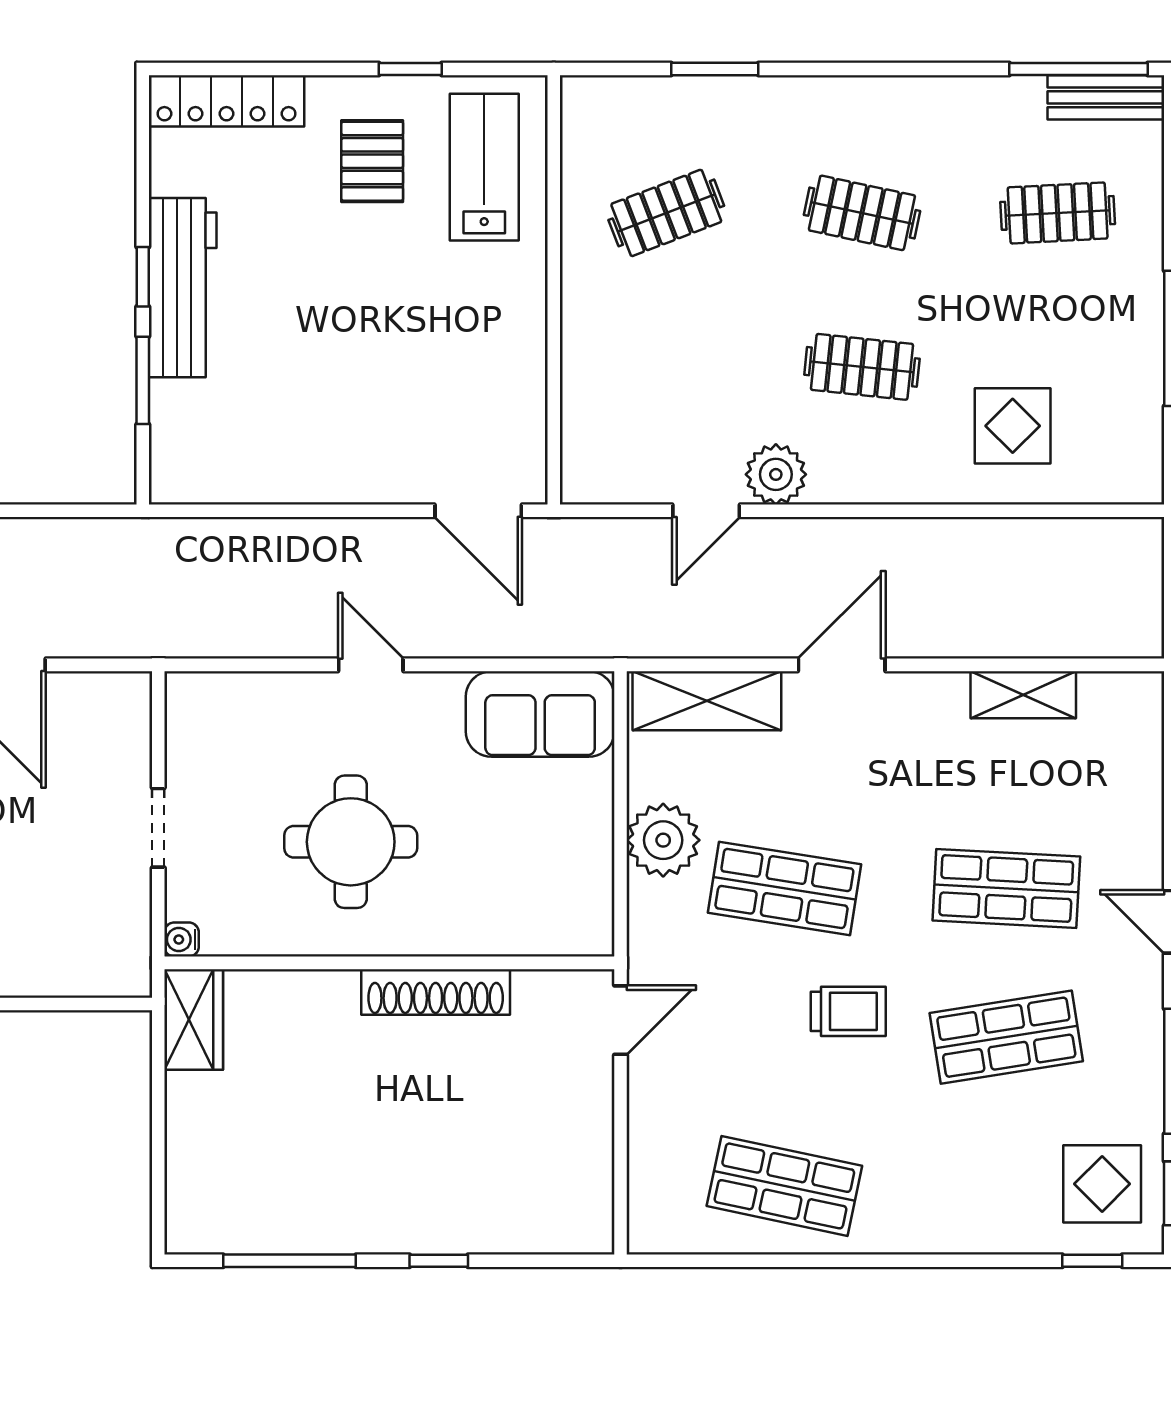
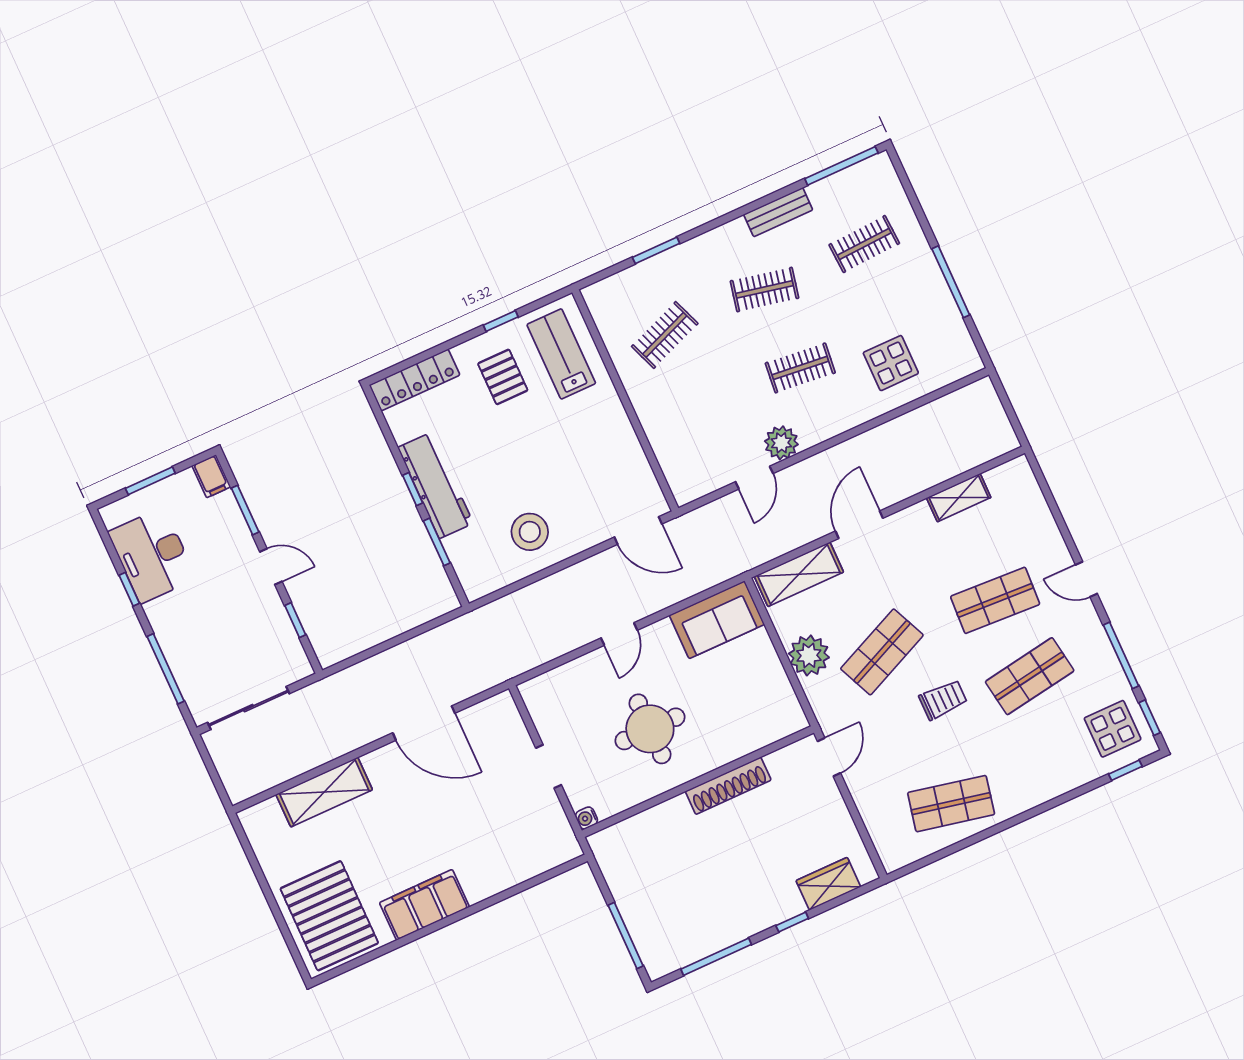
bench: (1106, 97) -> (778, 212), moved
stool: (301, 433) -> (530, 532), added
door: (371, 665) -> (619, 634), swing flipped
shop shelf: (784, 888) -> (882, 652), turned -33
wardrobe: (194, 1019) -> (828, 884), moved, turned -90
window: (158, 1159) -> (626, 936), added

